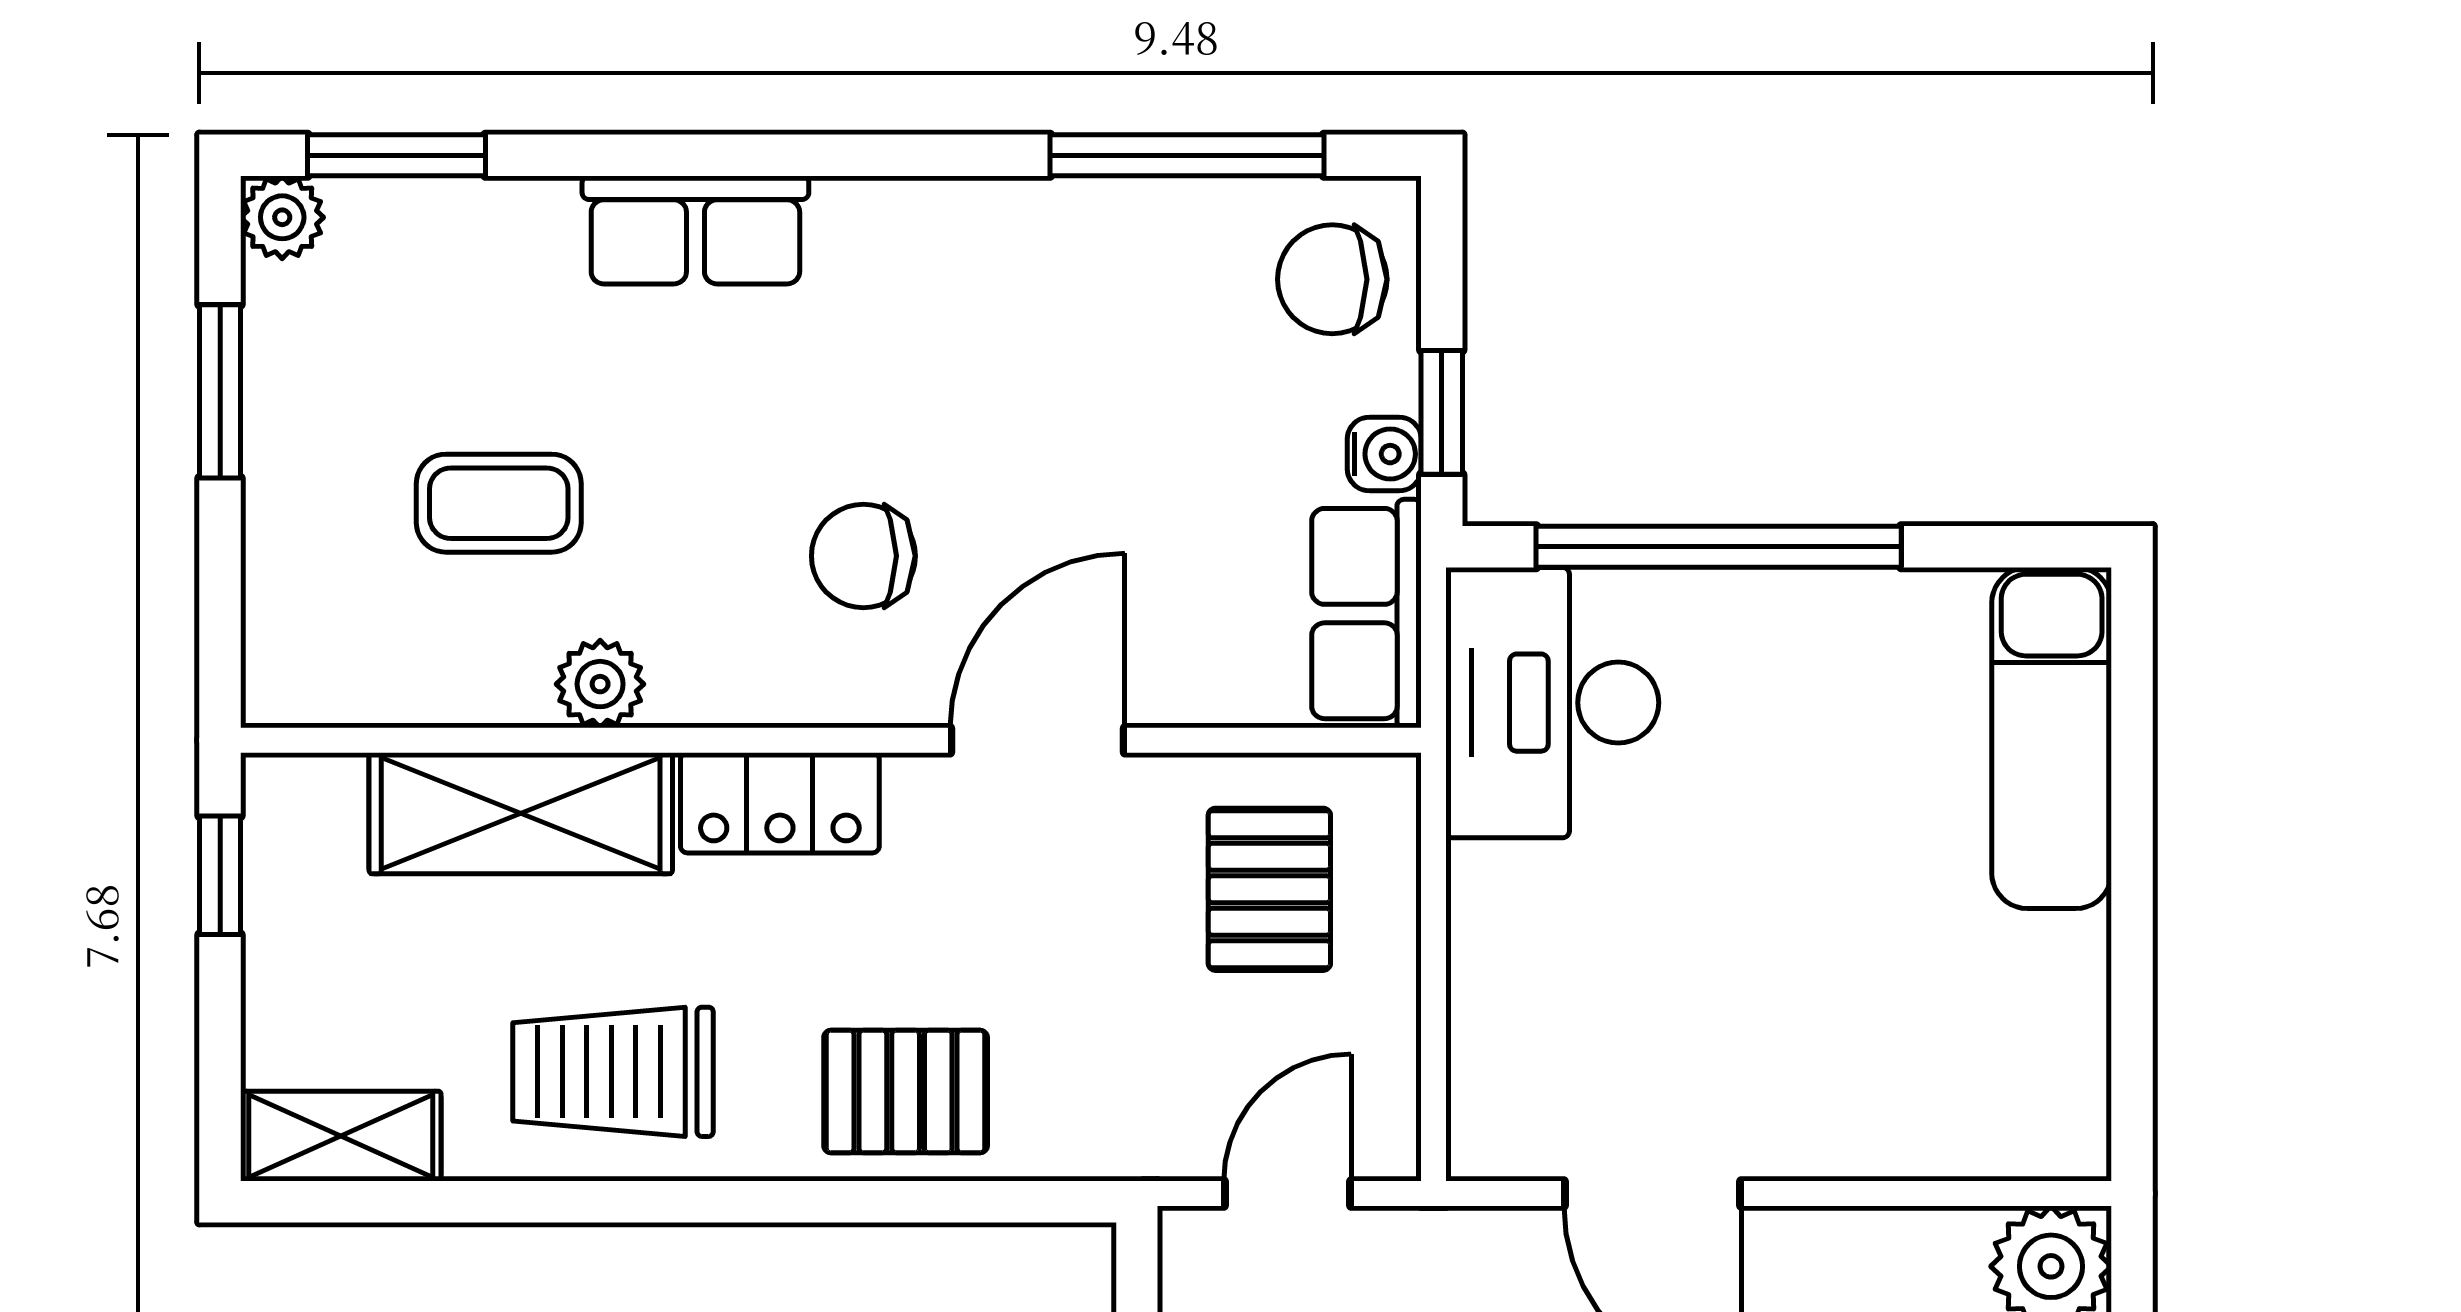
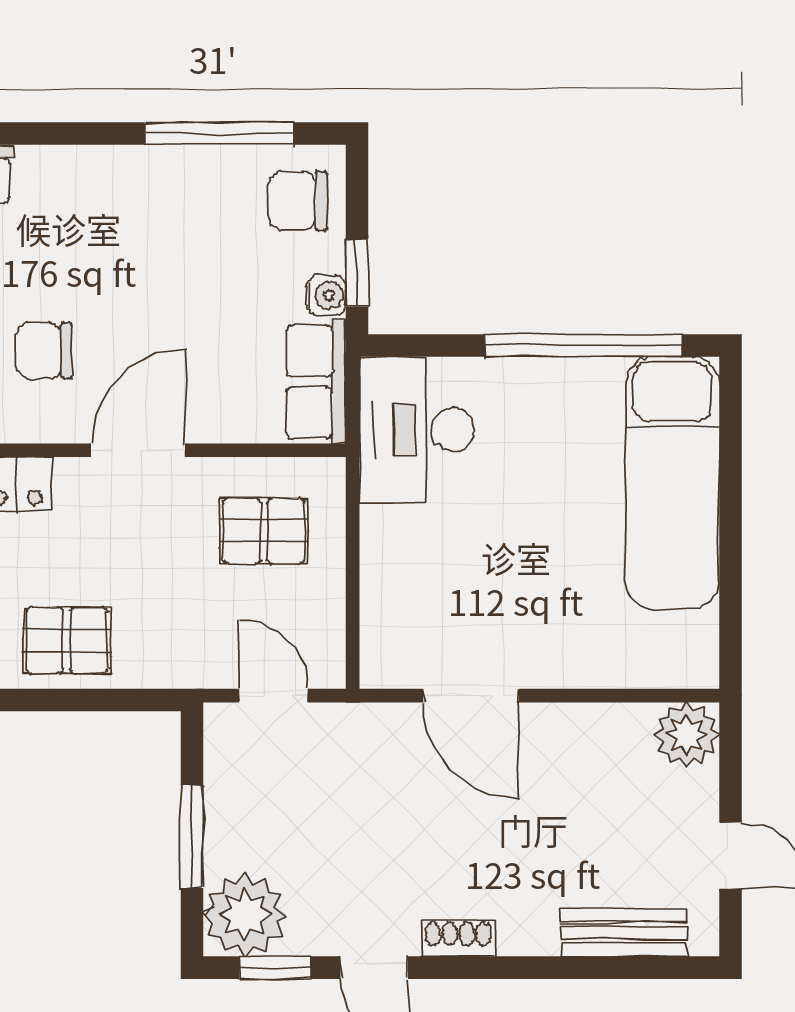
window: (1719, 547) -> (584, 345), moved
exam couch: (2052, 738) -> (672, 483), width x1.36, depth x1.45
pallet: (1269, 889) -> (264, 531), turned 90
door: (1287, 1194) -> (274, 696), hinge flipped

